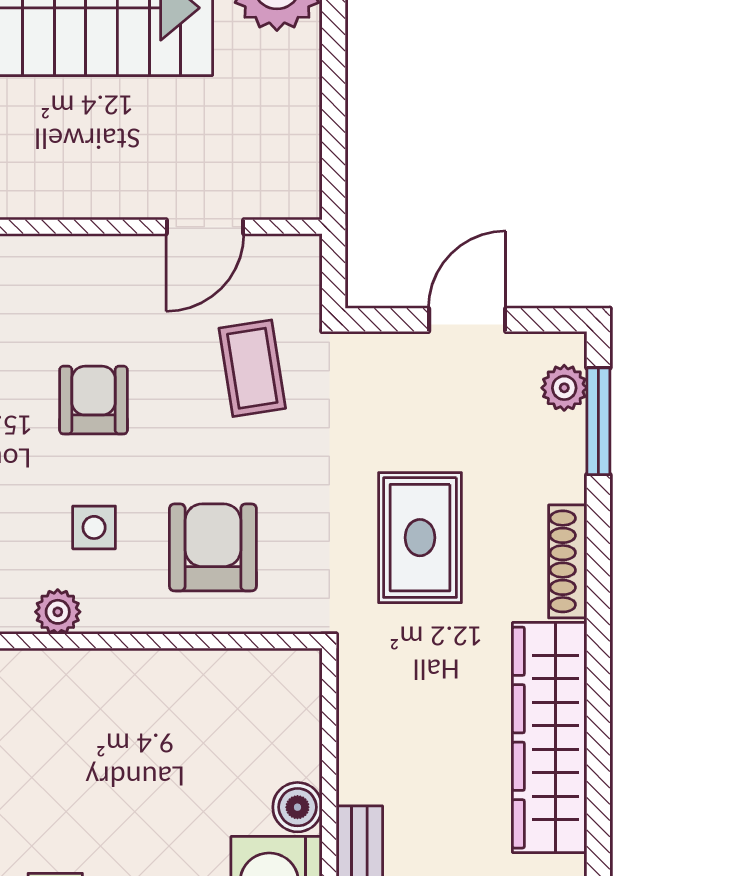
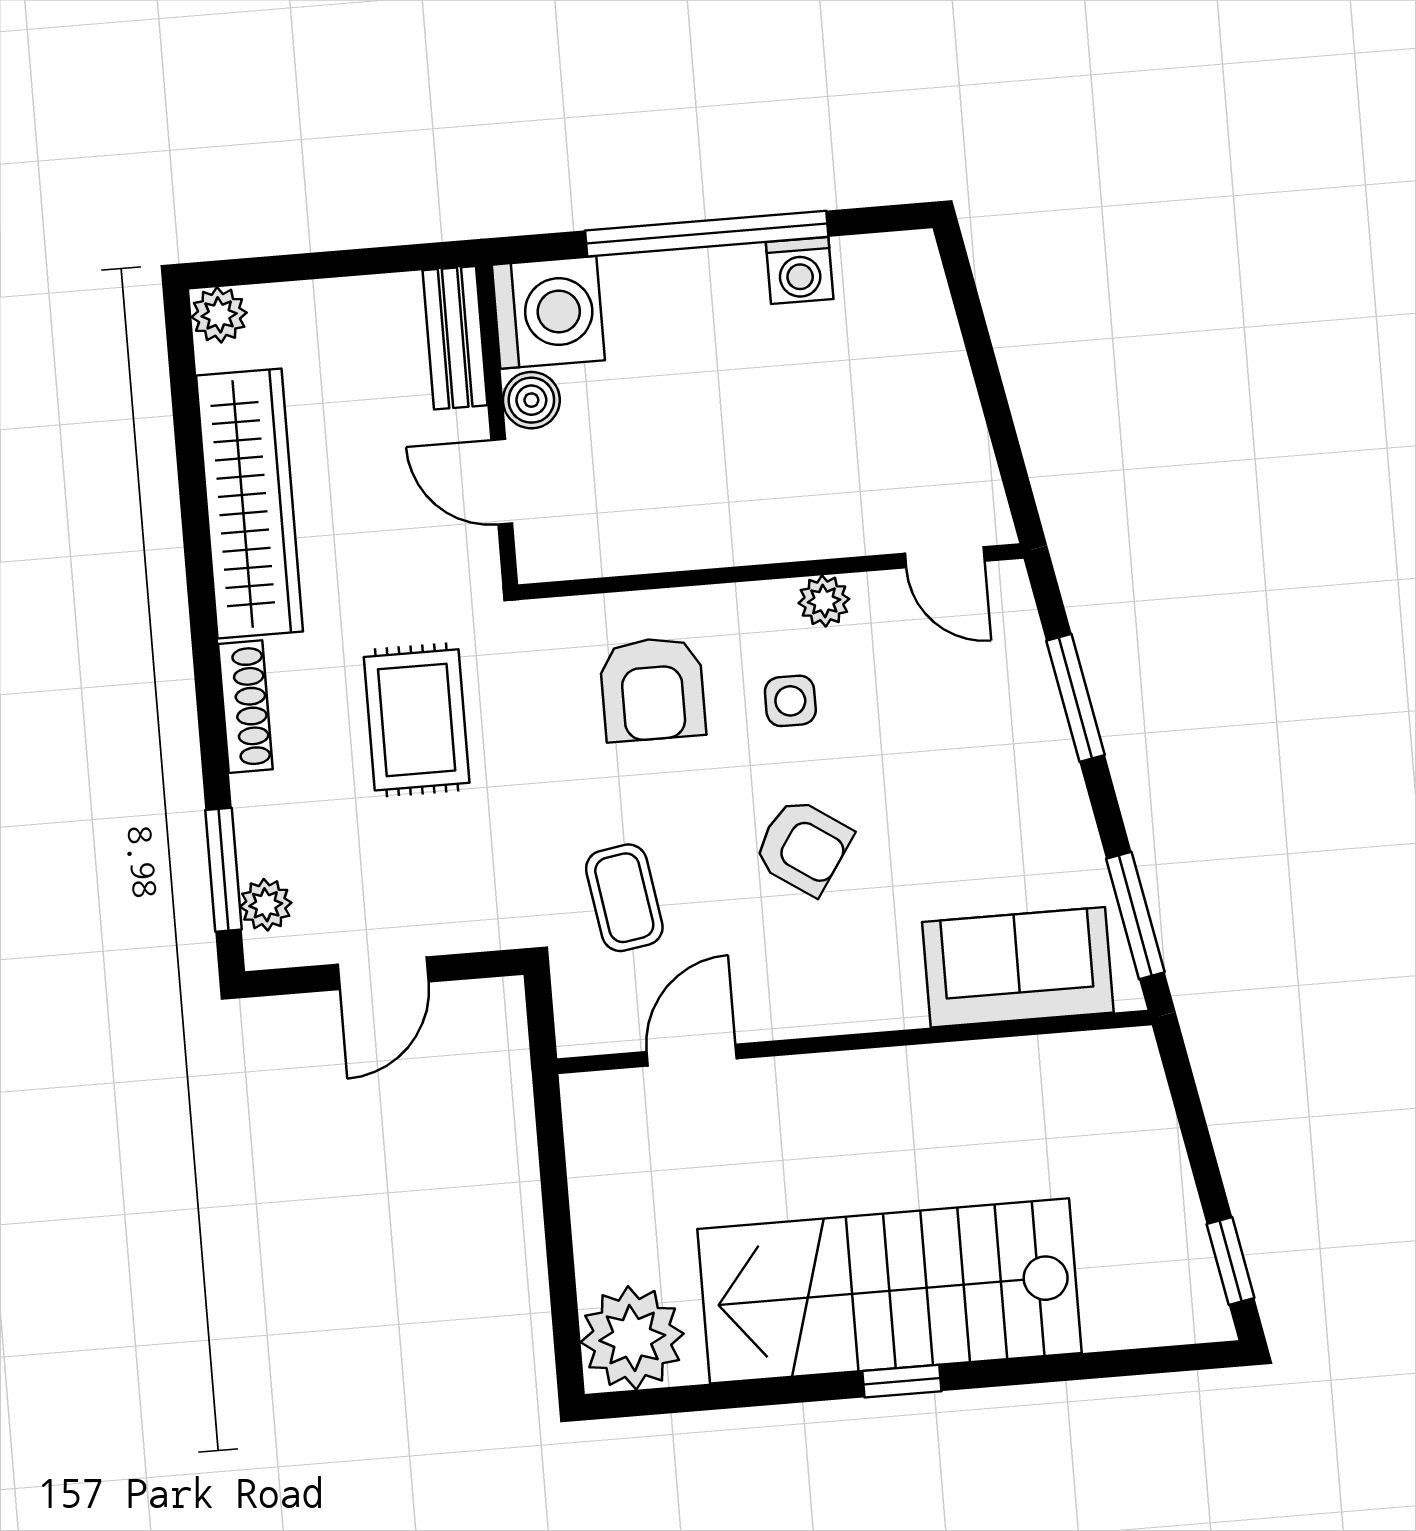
armchair: (94, 400) -> (803, 846), turned -56
door: (329, 738) -> (502, 482), added

